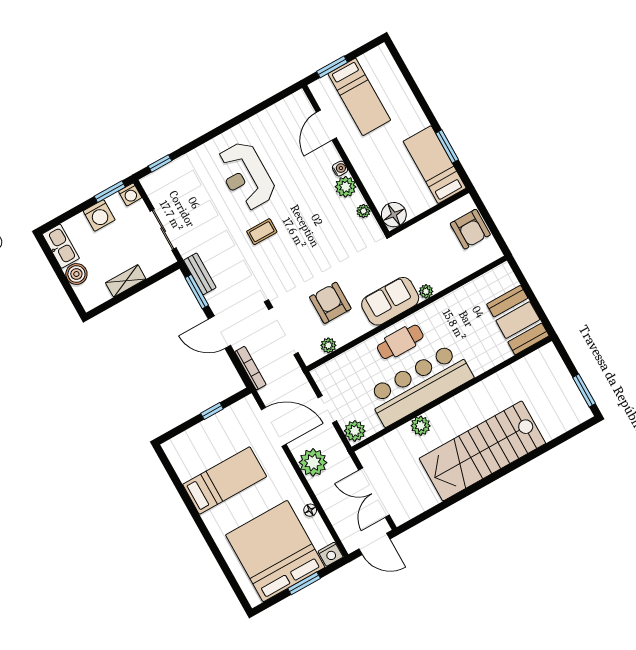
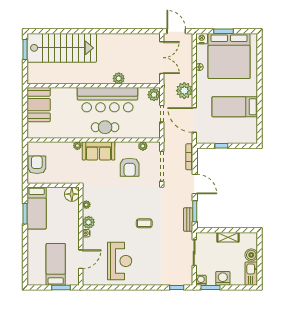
reception desk: (246, 176) -> (120, 261), moved
stairs: (482, 451) -> (62, 48), moved

